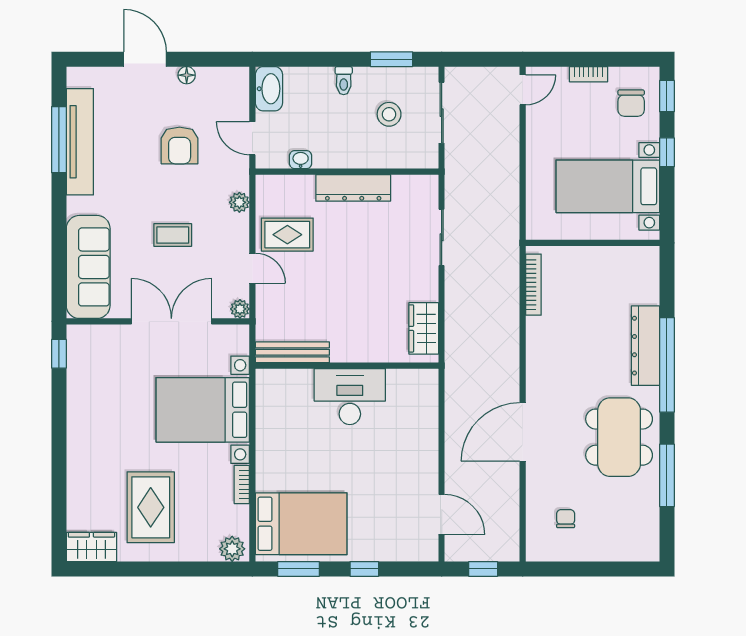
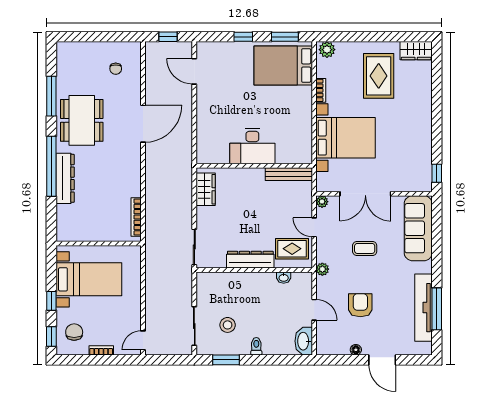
washbasin: (301, 160) -> (284, 278), moved
wall: (347, 172) -> (254, 270), moved
dresser: (353, 188) -> (250, 260), moved

